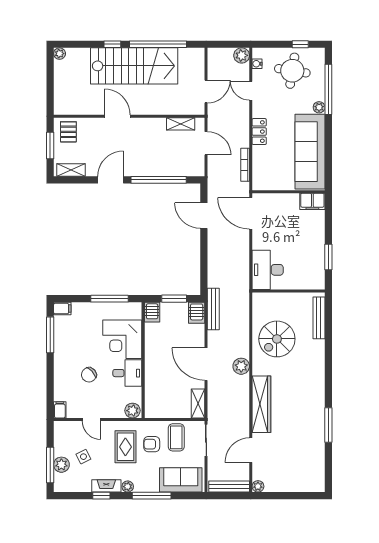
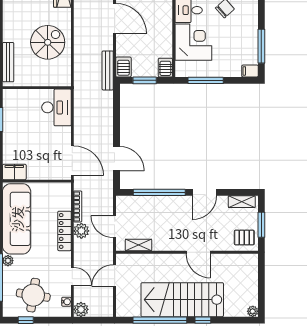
pallet: (68, 132) -> (244, 238), turned 90
locker: (259, 132) -> (64, 231), width x1.53
plant: (241, 366) -> (81, 231), moved

